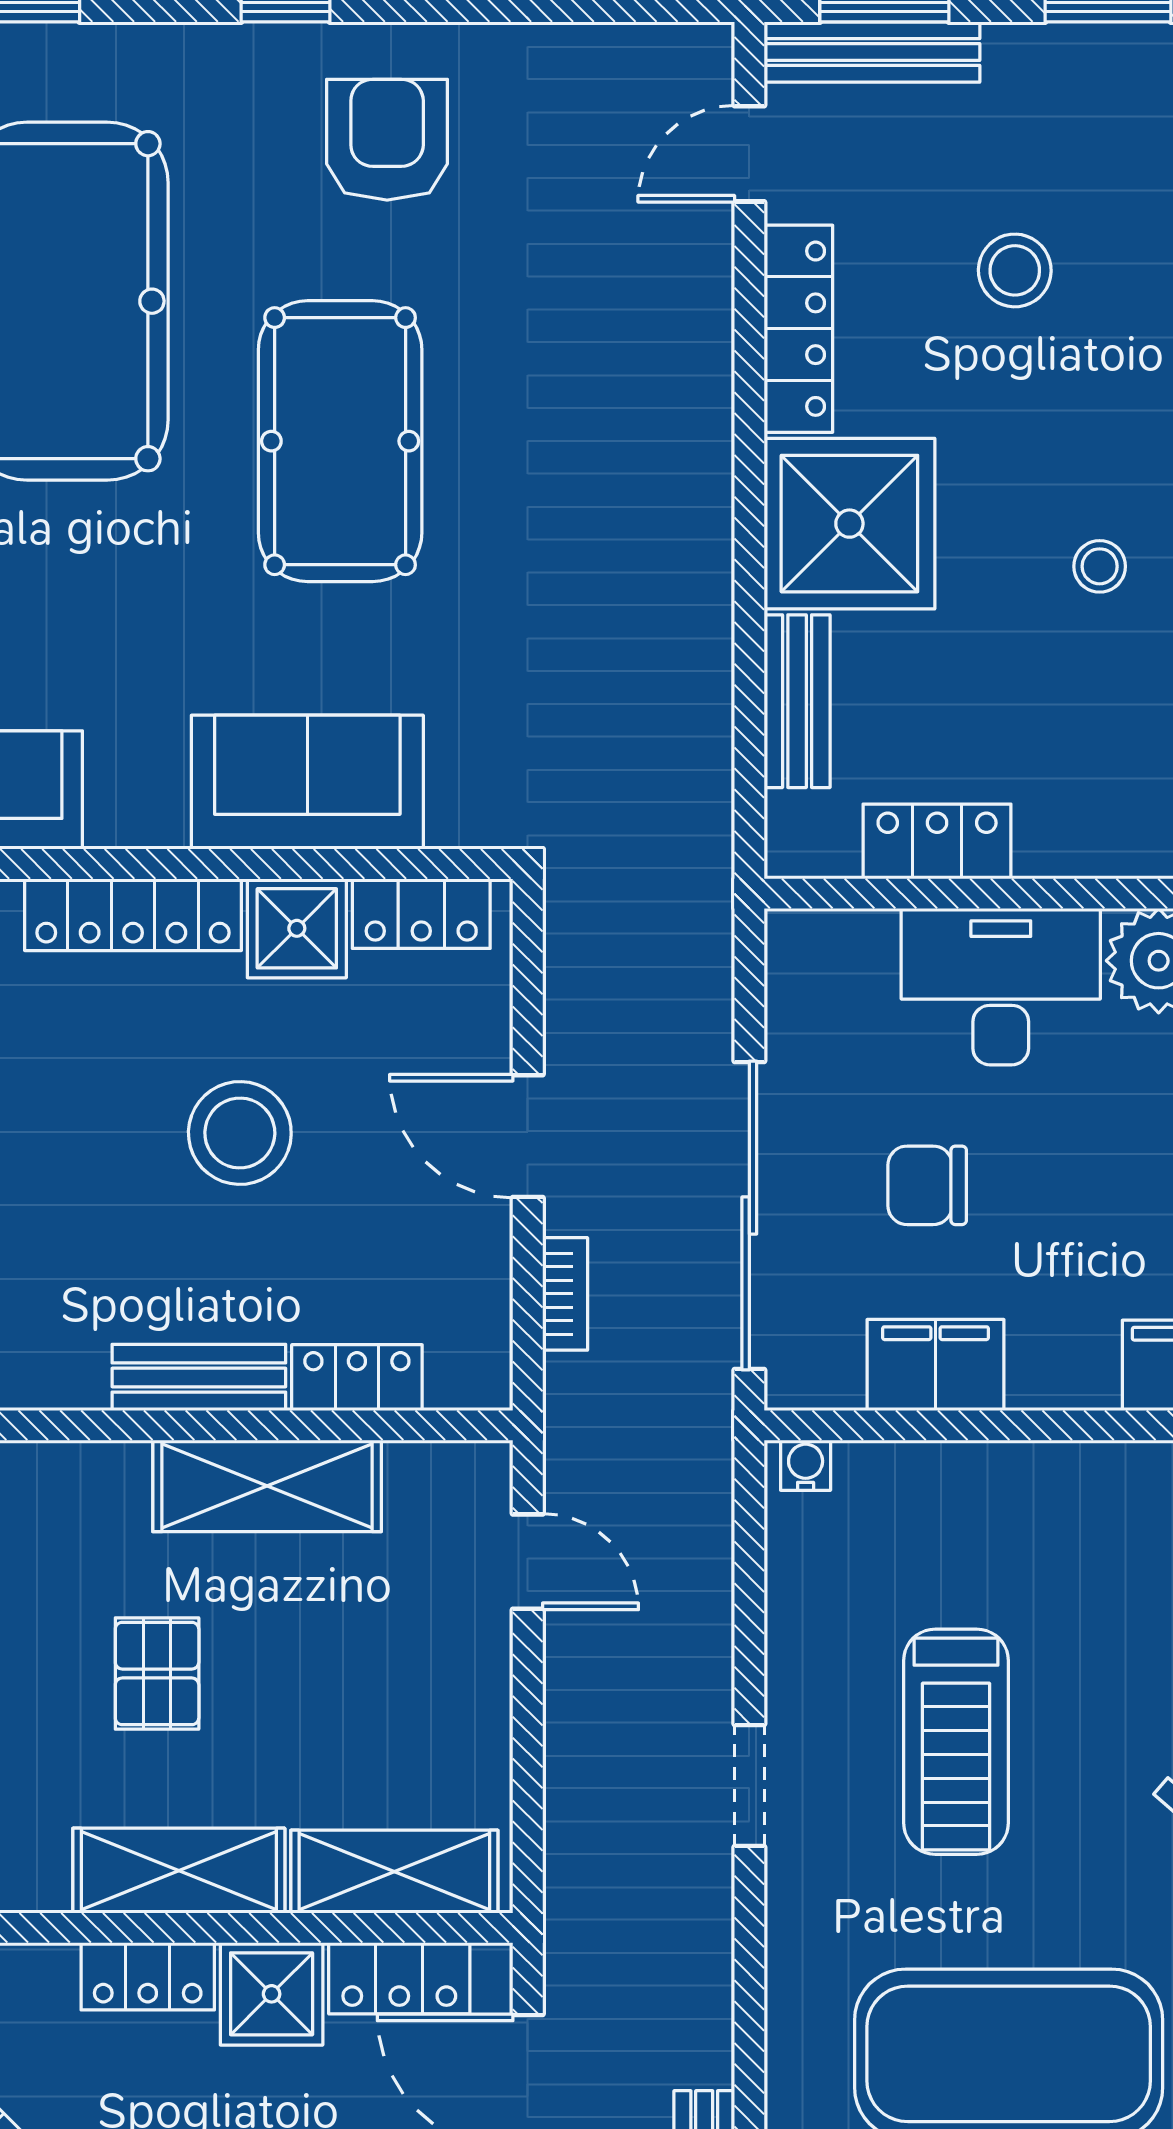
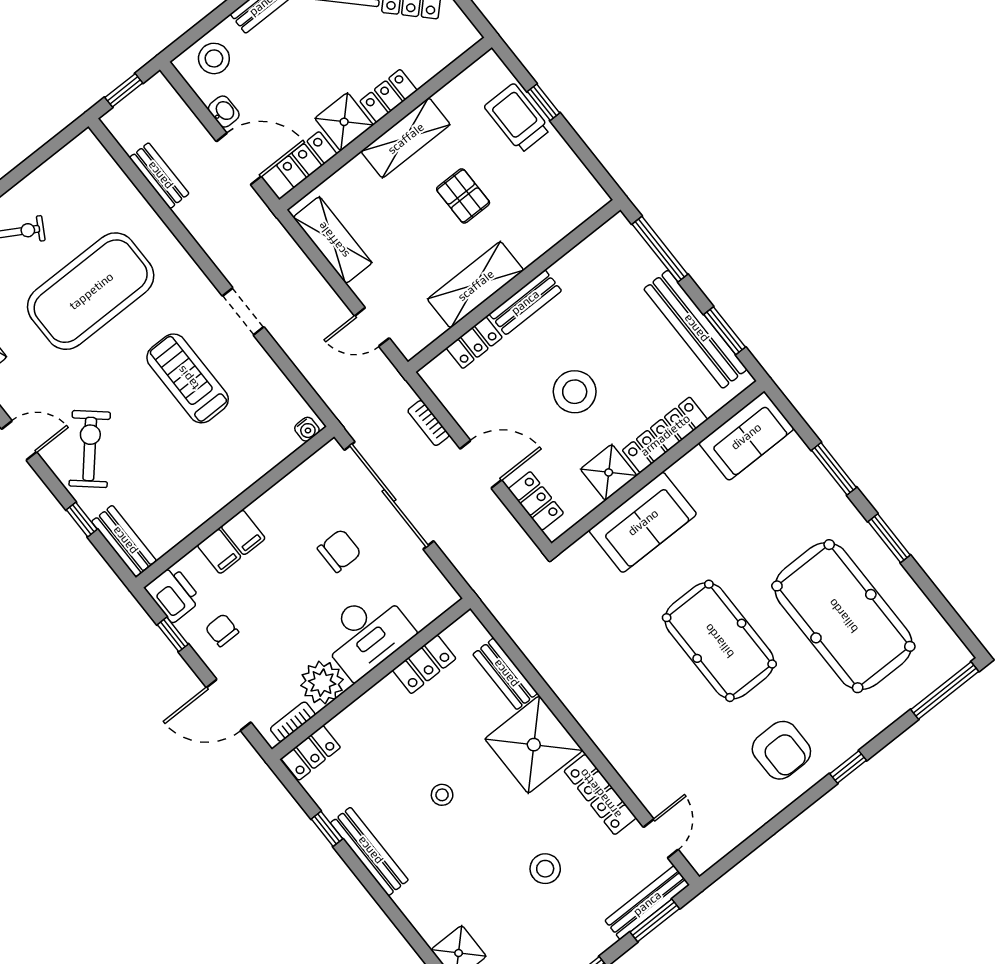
locker: (421, 914) -> (536, 501), moved, turned 90
filing cabinet: (936, 1365) -> (243, 532), moved, width x0.50
shelving: (394, 1872) -> (333, 240), moved, turned 90

